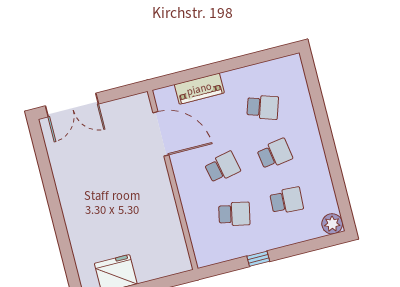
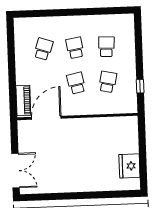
piano: (199, 89) -> (23, 101), moved
plant: (332, 224) -> (128, 21), removed
window: (258, 259) -> (140, 86), moved

